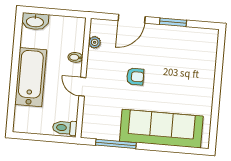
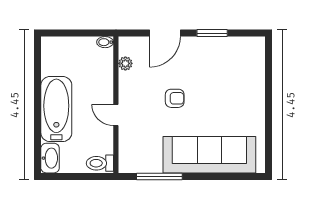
washbasin: (35, 21) -> (50, 158), moved, turned -90
bidet: (75, 57) -> (105, 42), moved

